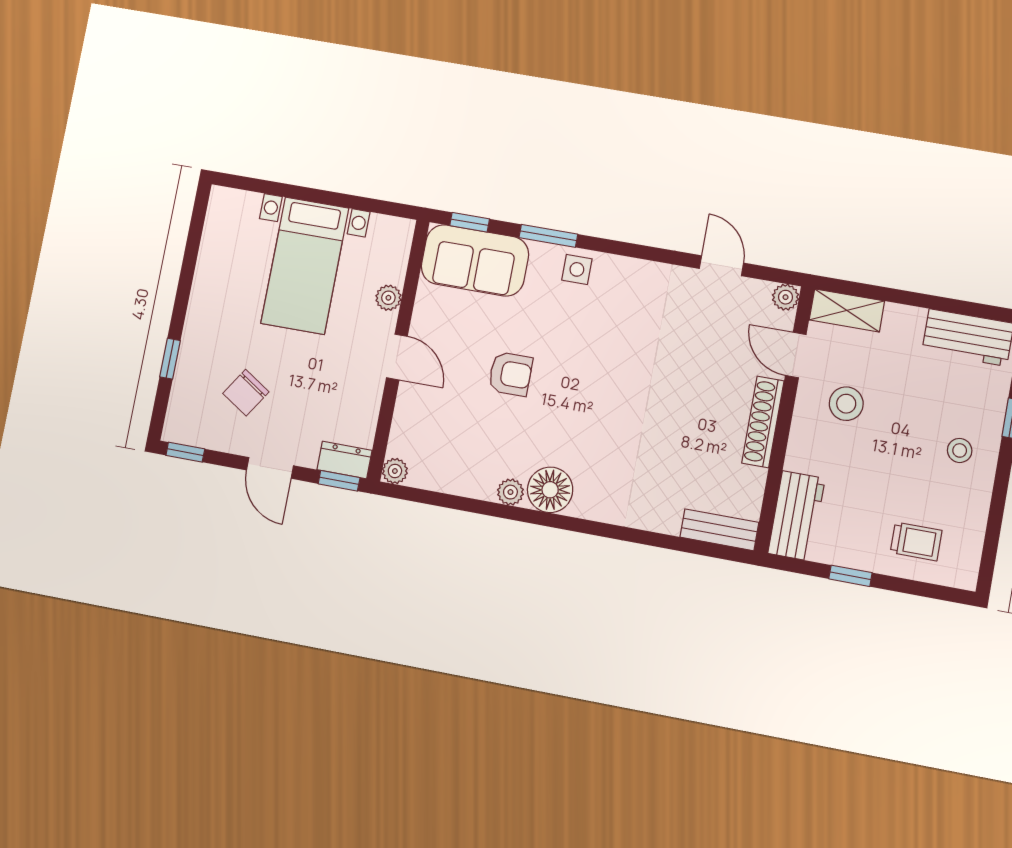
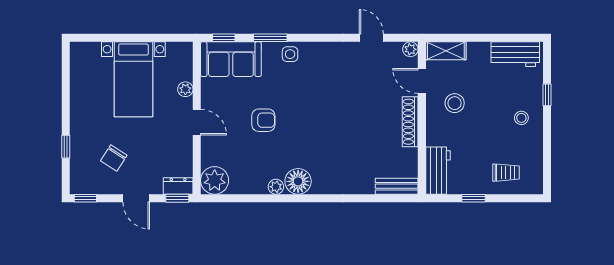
plant: (395, 471) -> (215, 180), width x1.88, depth x1.88

